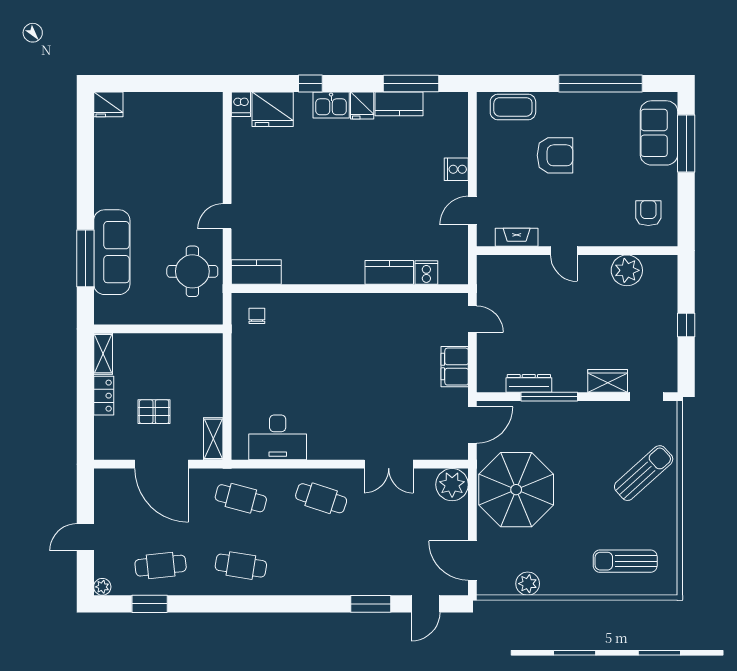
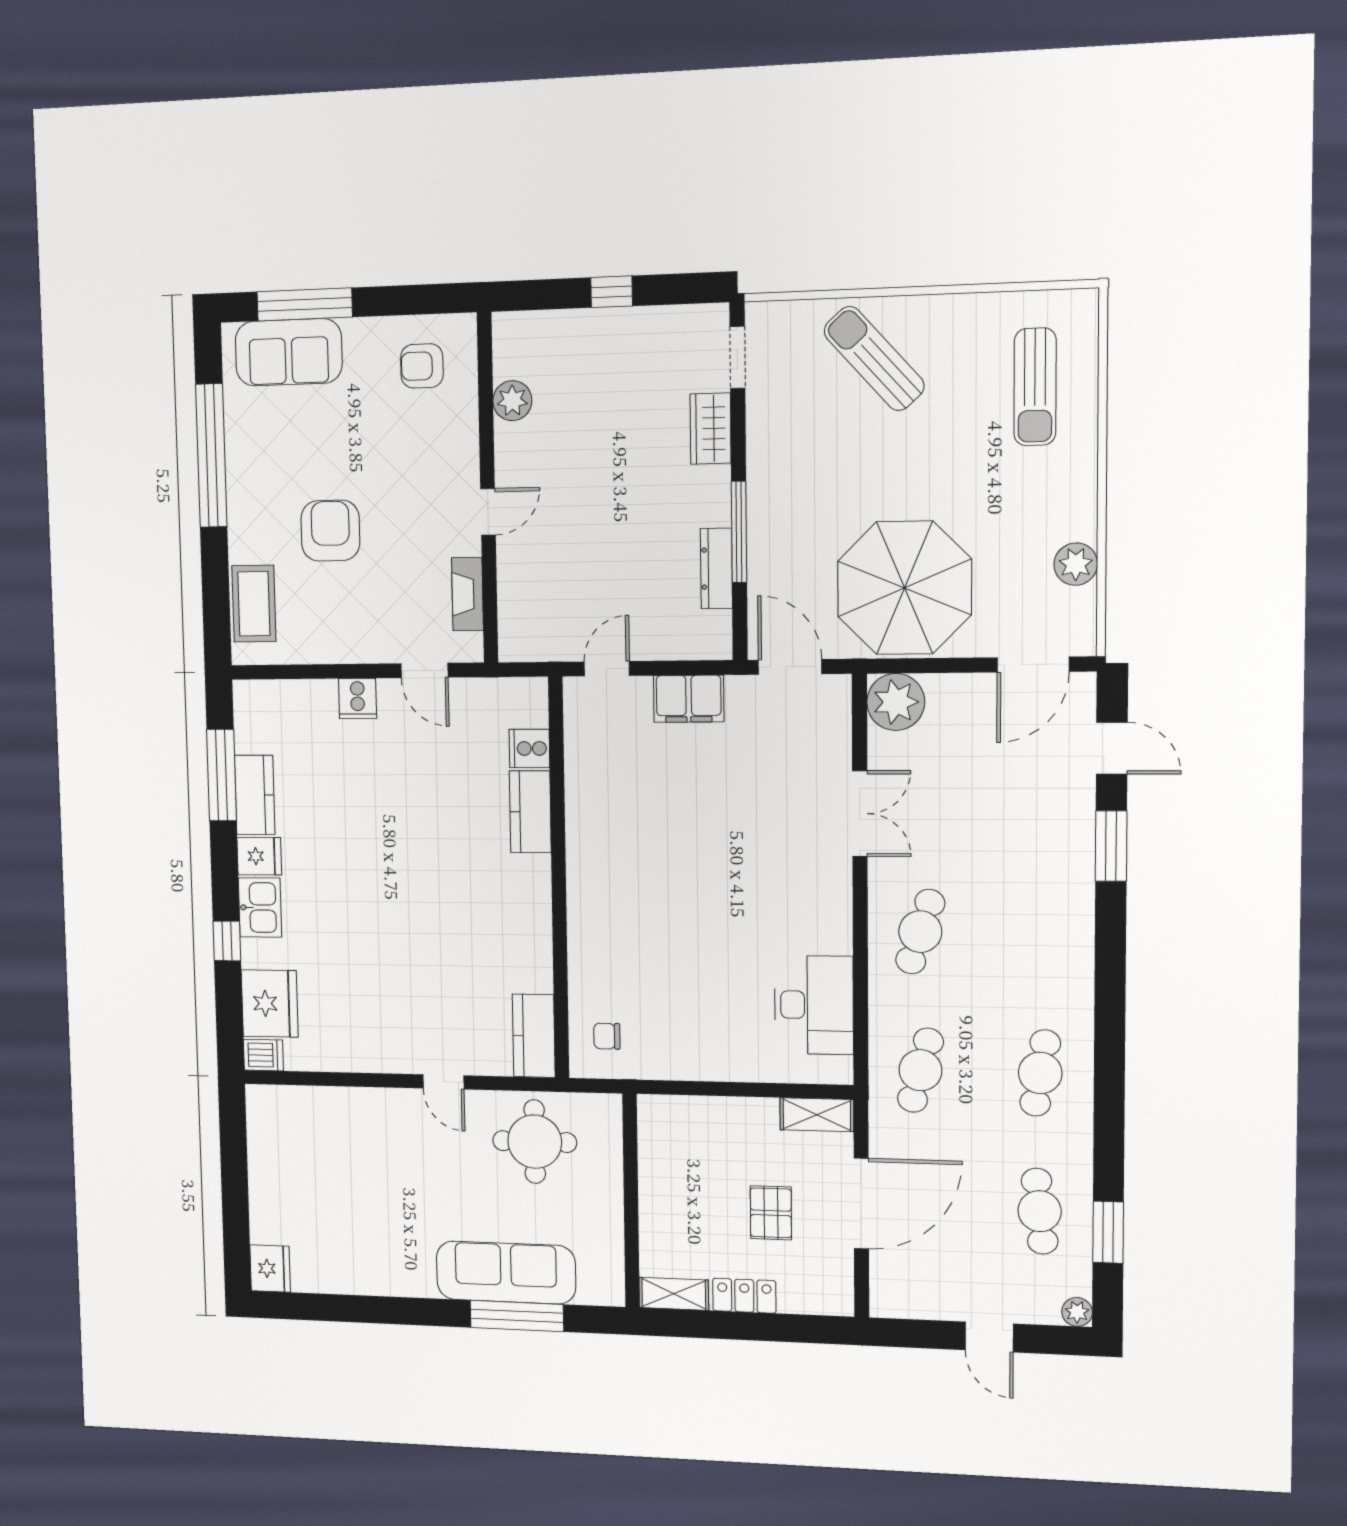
plant: (627, 270) -> (512, 401), width x0.73, depth x0.73

